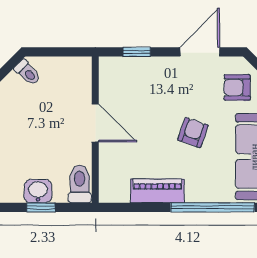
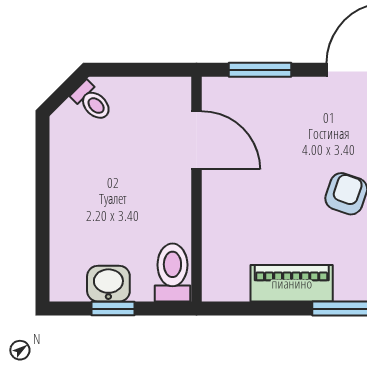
window: (137, 52) -> (260, 70), width x1.50
door: (95, 123) -> (196, 140), moved

